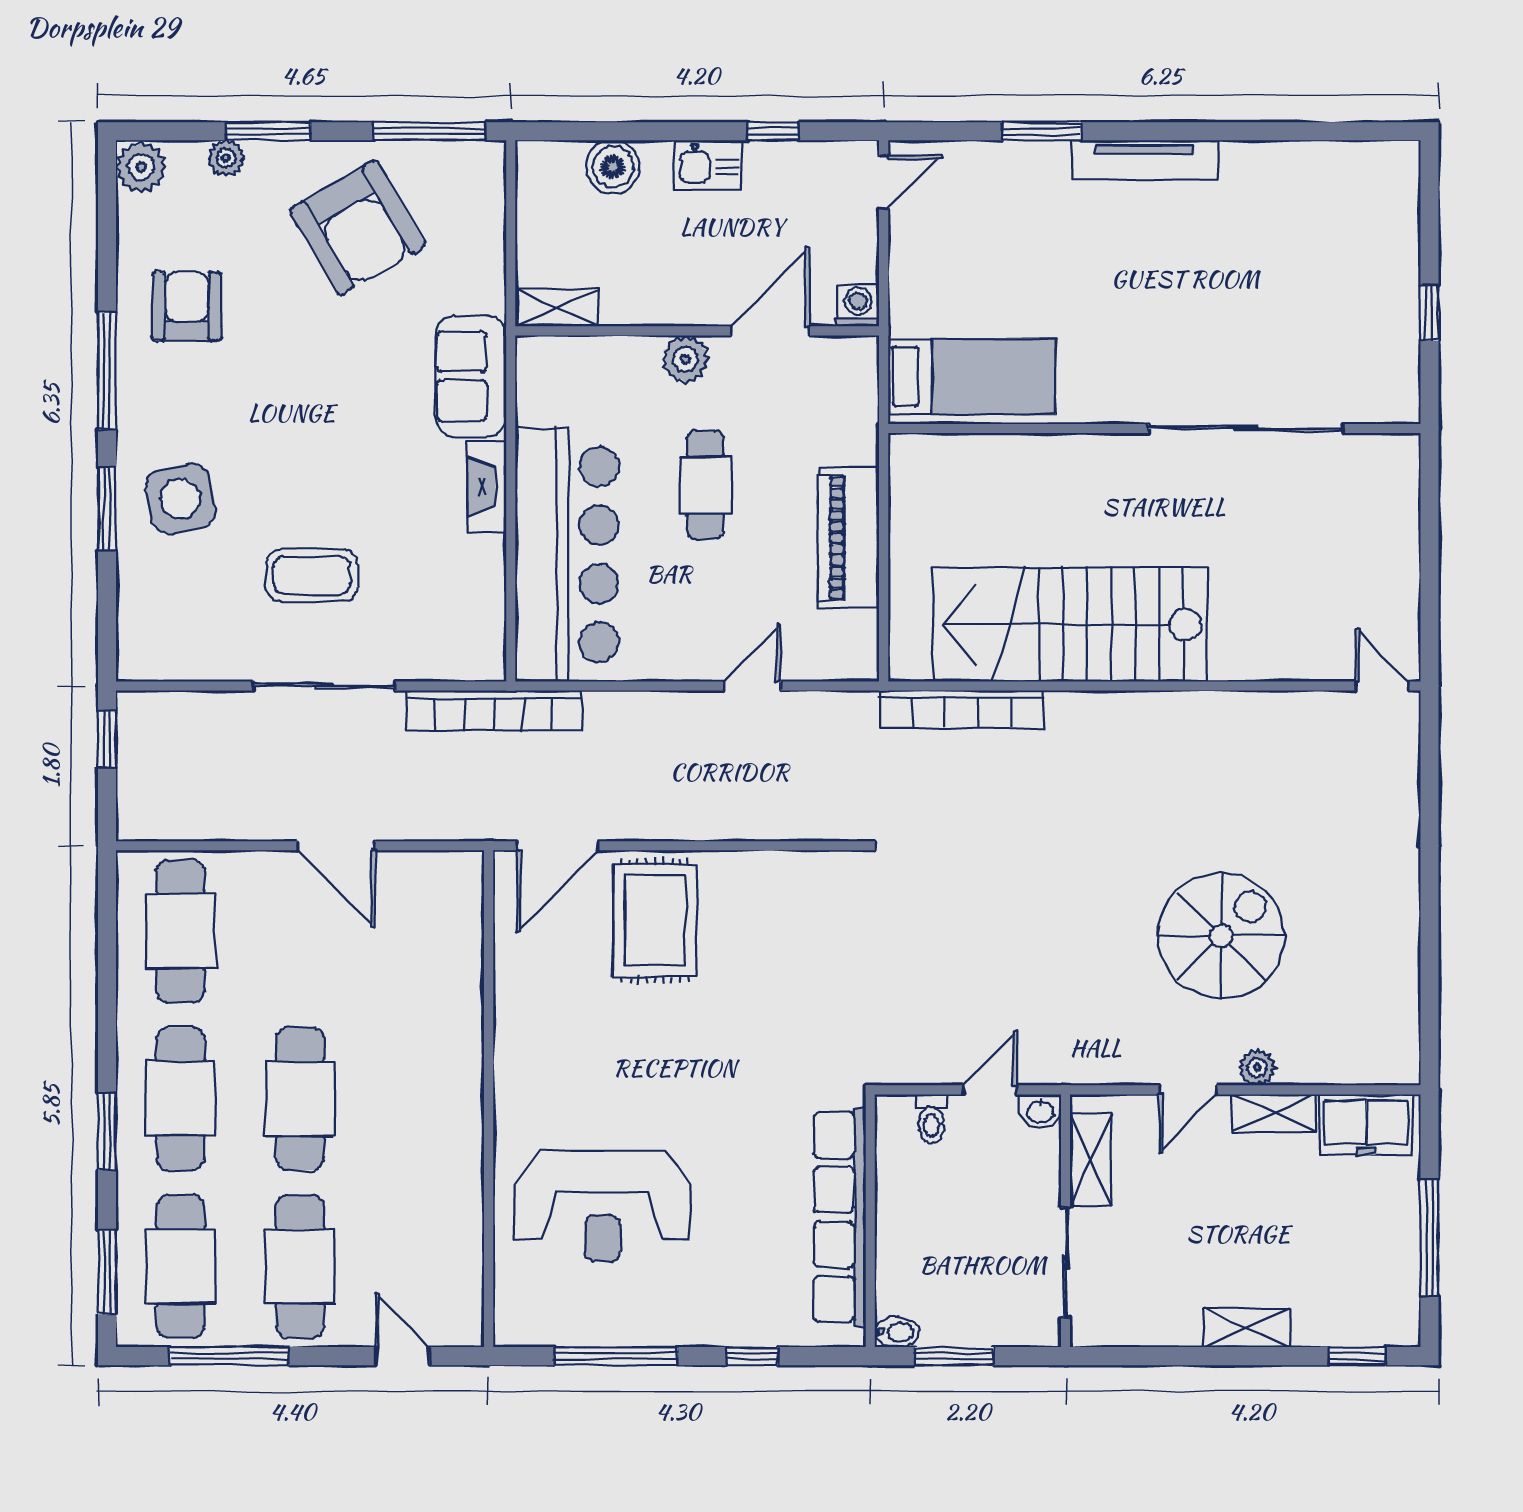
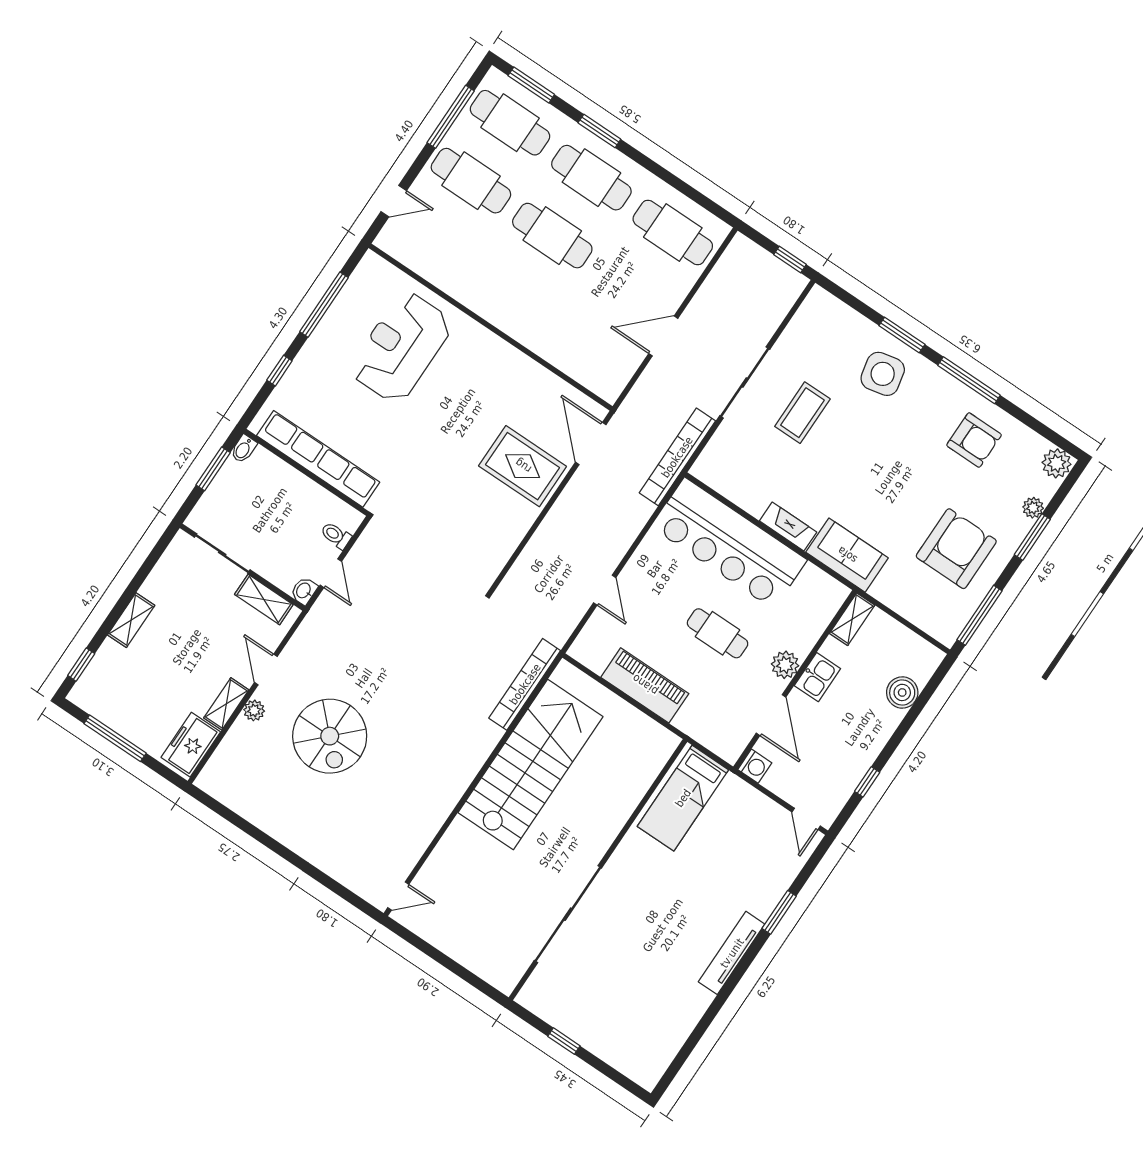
kitchen sink: (709, 165) -> (817, 677), moved, turned 180
armchair: (358, 228) -> (956, 549), turned 120

